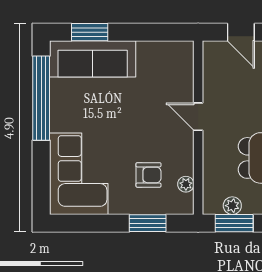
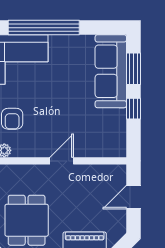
window: (137, 32) -> (134, 109), added
window: (41, 98) -> (44, 28), moved

